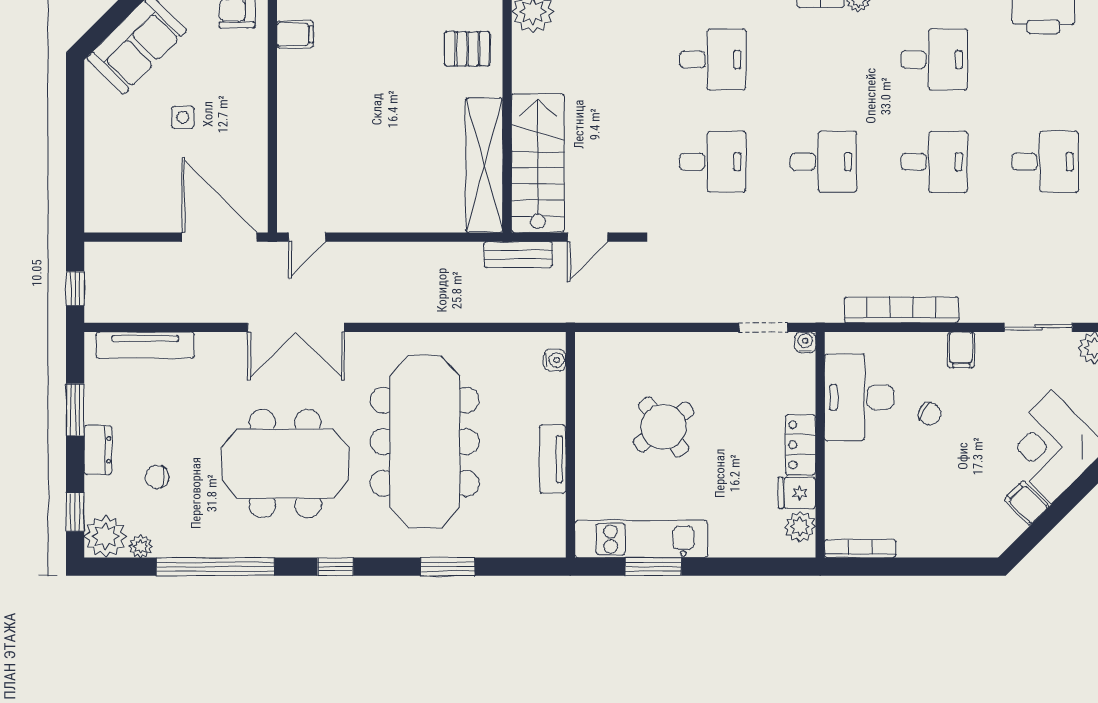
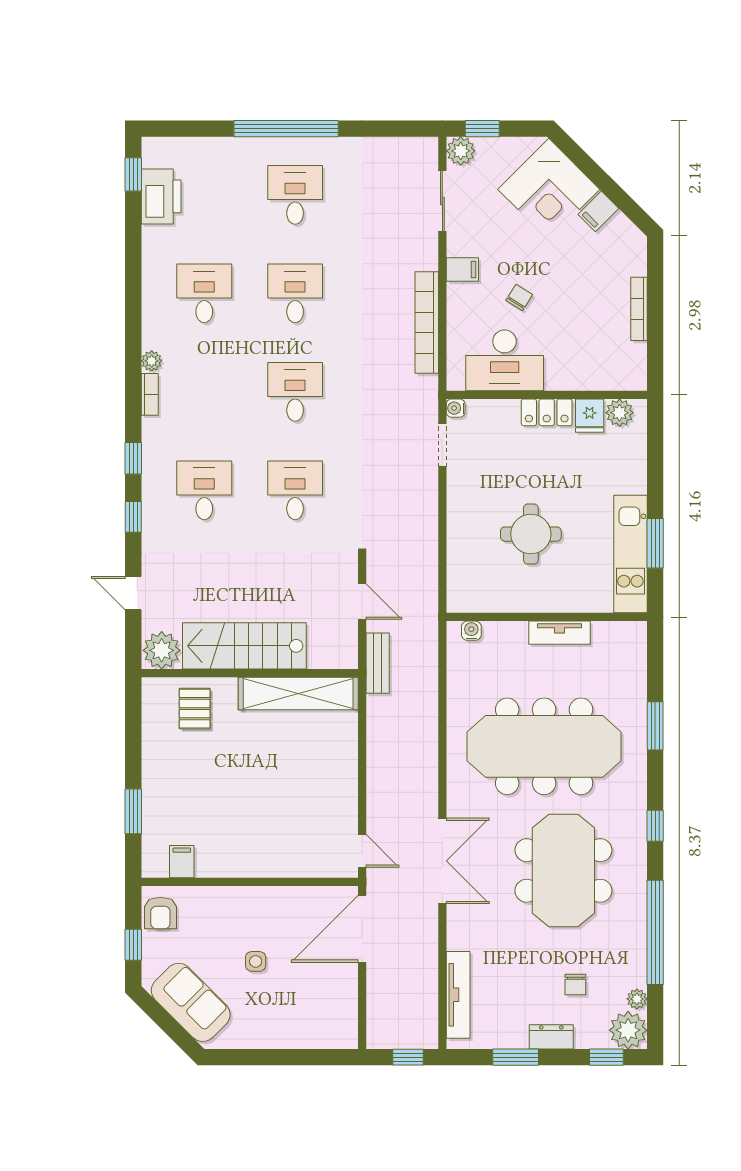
stairs: (538, 163) -> (244, 646), moved
round table: (664, 427) -> (531, 534), turned 37
bookcase: (860, 549) -> (639, 309), moved

